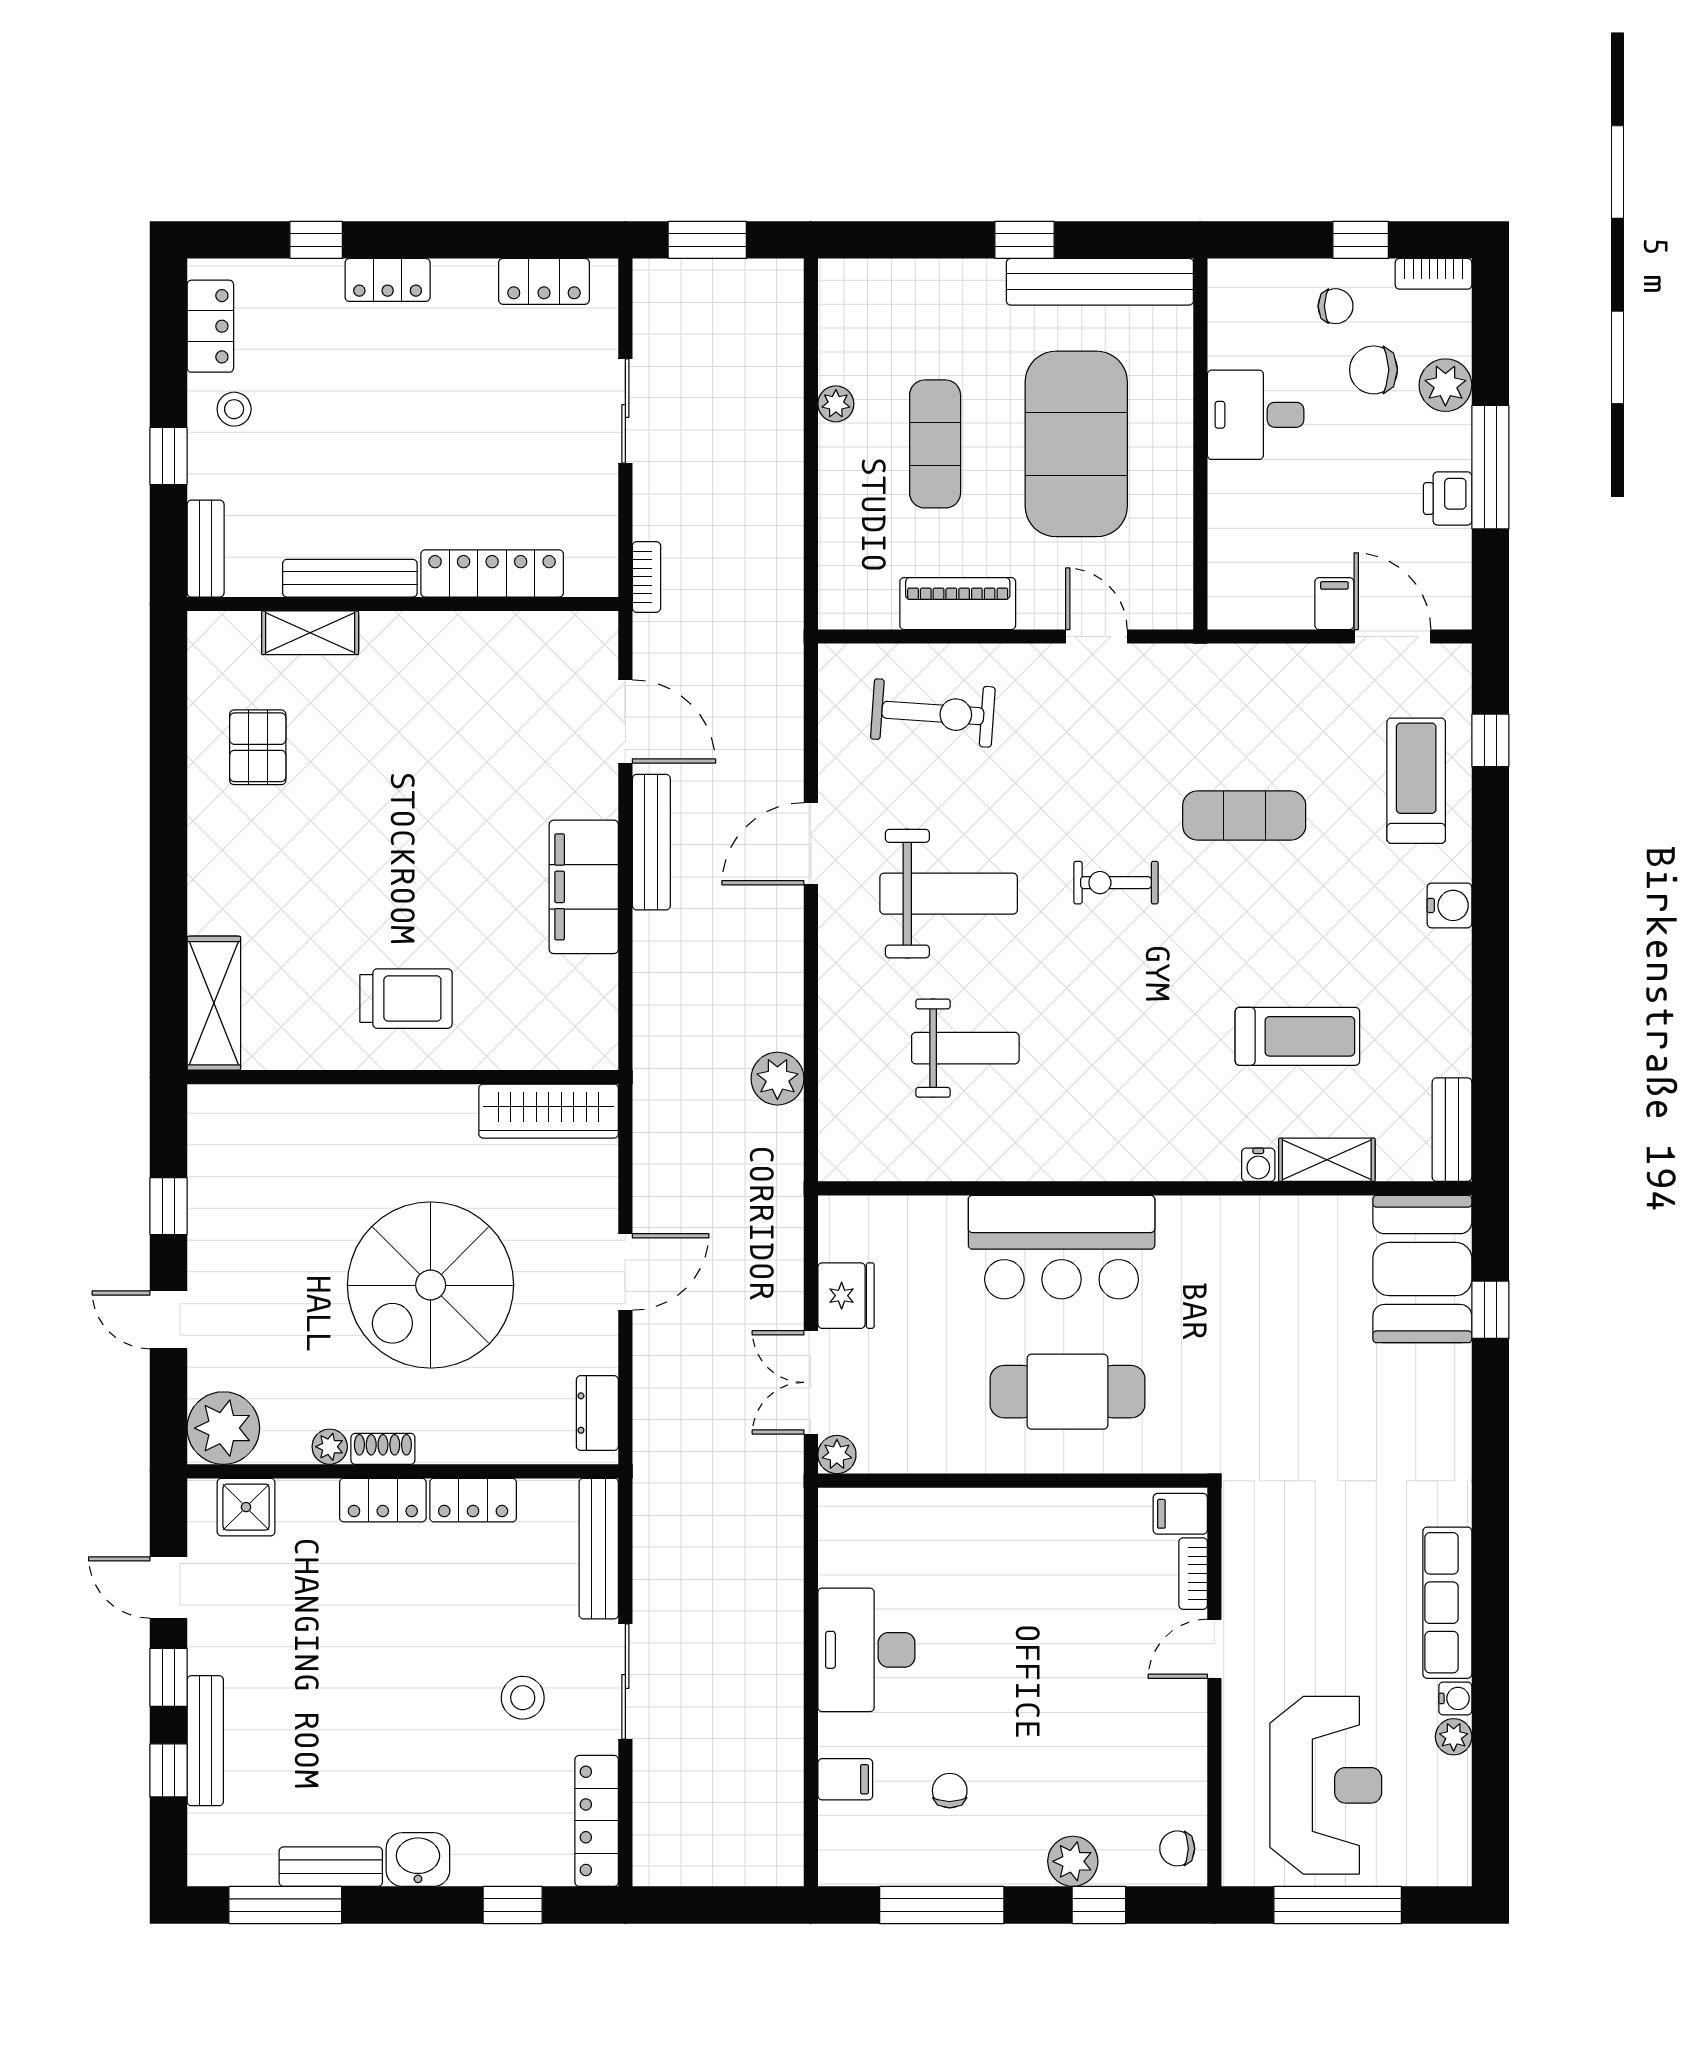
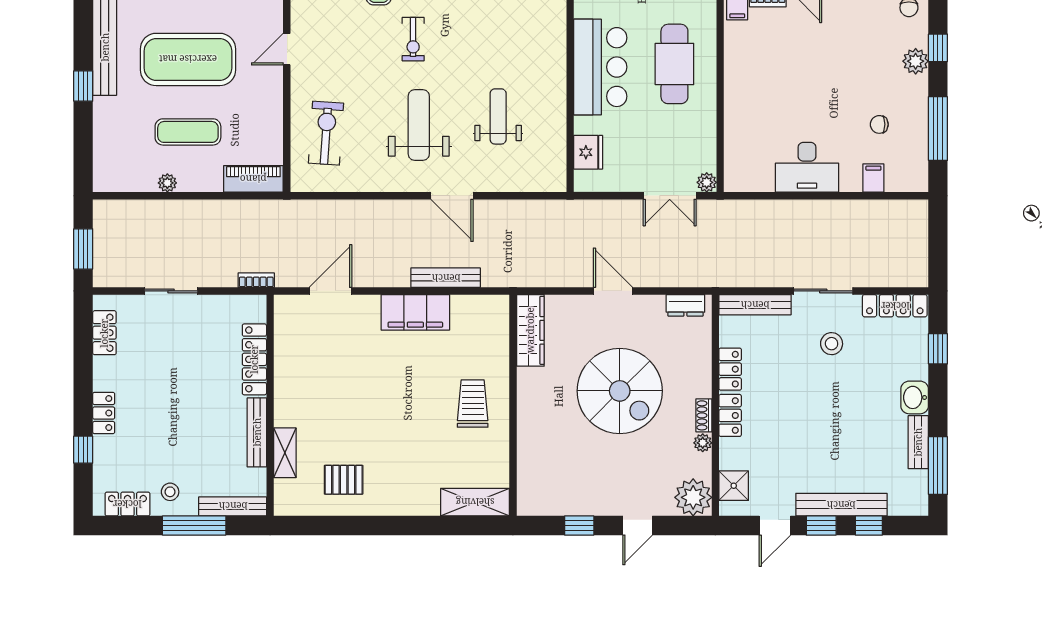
window: (168, 456) -> (194, 525), width x2.17
bench: (206, 549) -> (233, 506), width x1.36
piano: (958, 604) -> (253, 179), moved, turned 90
bench: (651, 842) -> (446, 278), moved
door: (811, 844) -> (452, 196), moved
plant: (777, 1079) -> (514, 213), removed
fridge: (846, 1296) -> (588, 152), moved, turned 90
bench: (205, 1741) -> (841, 505), width x1.37, depth x1.21

